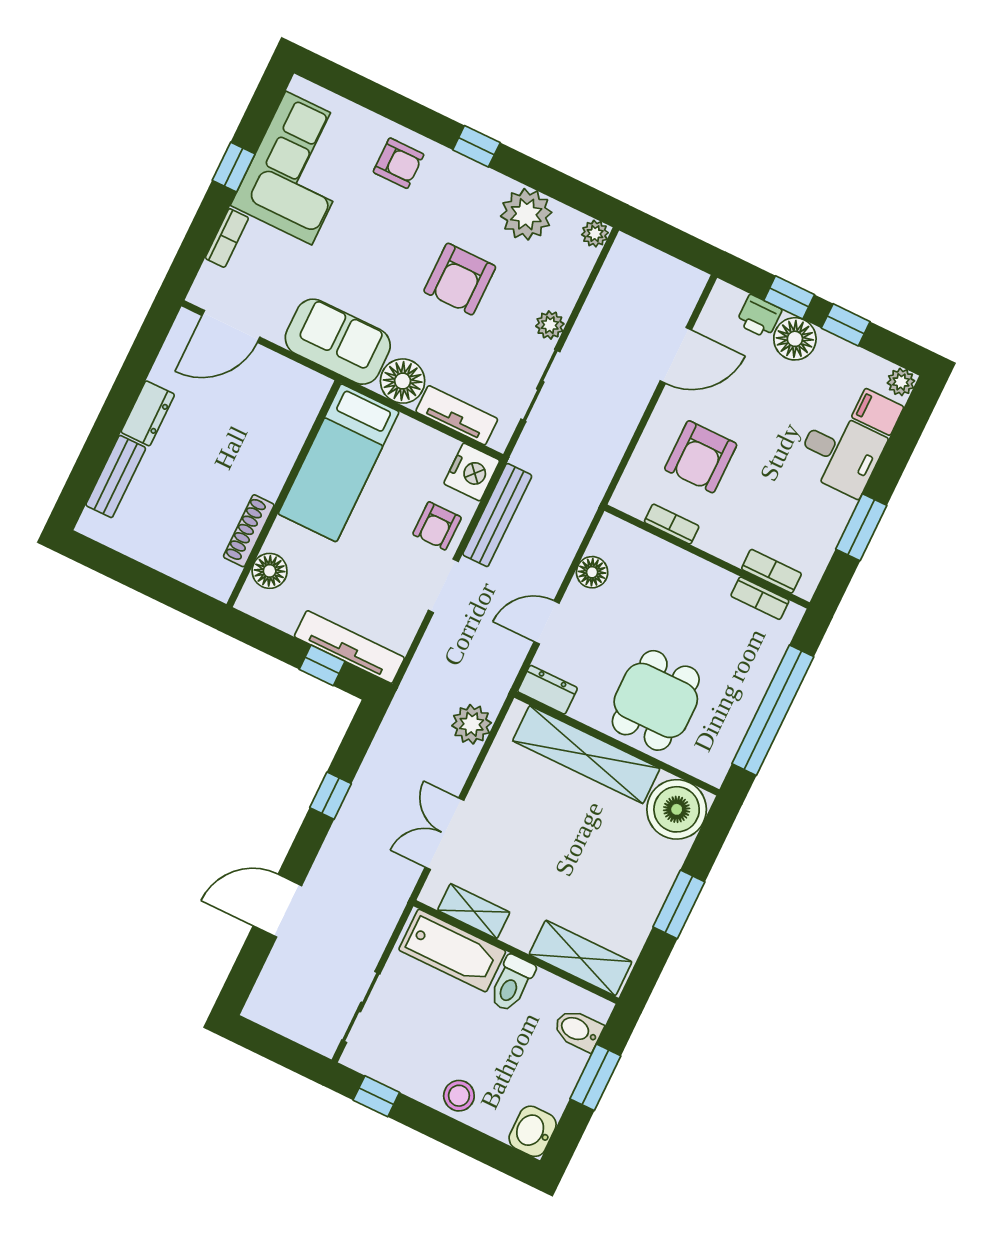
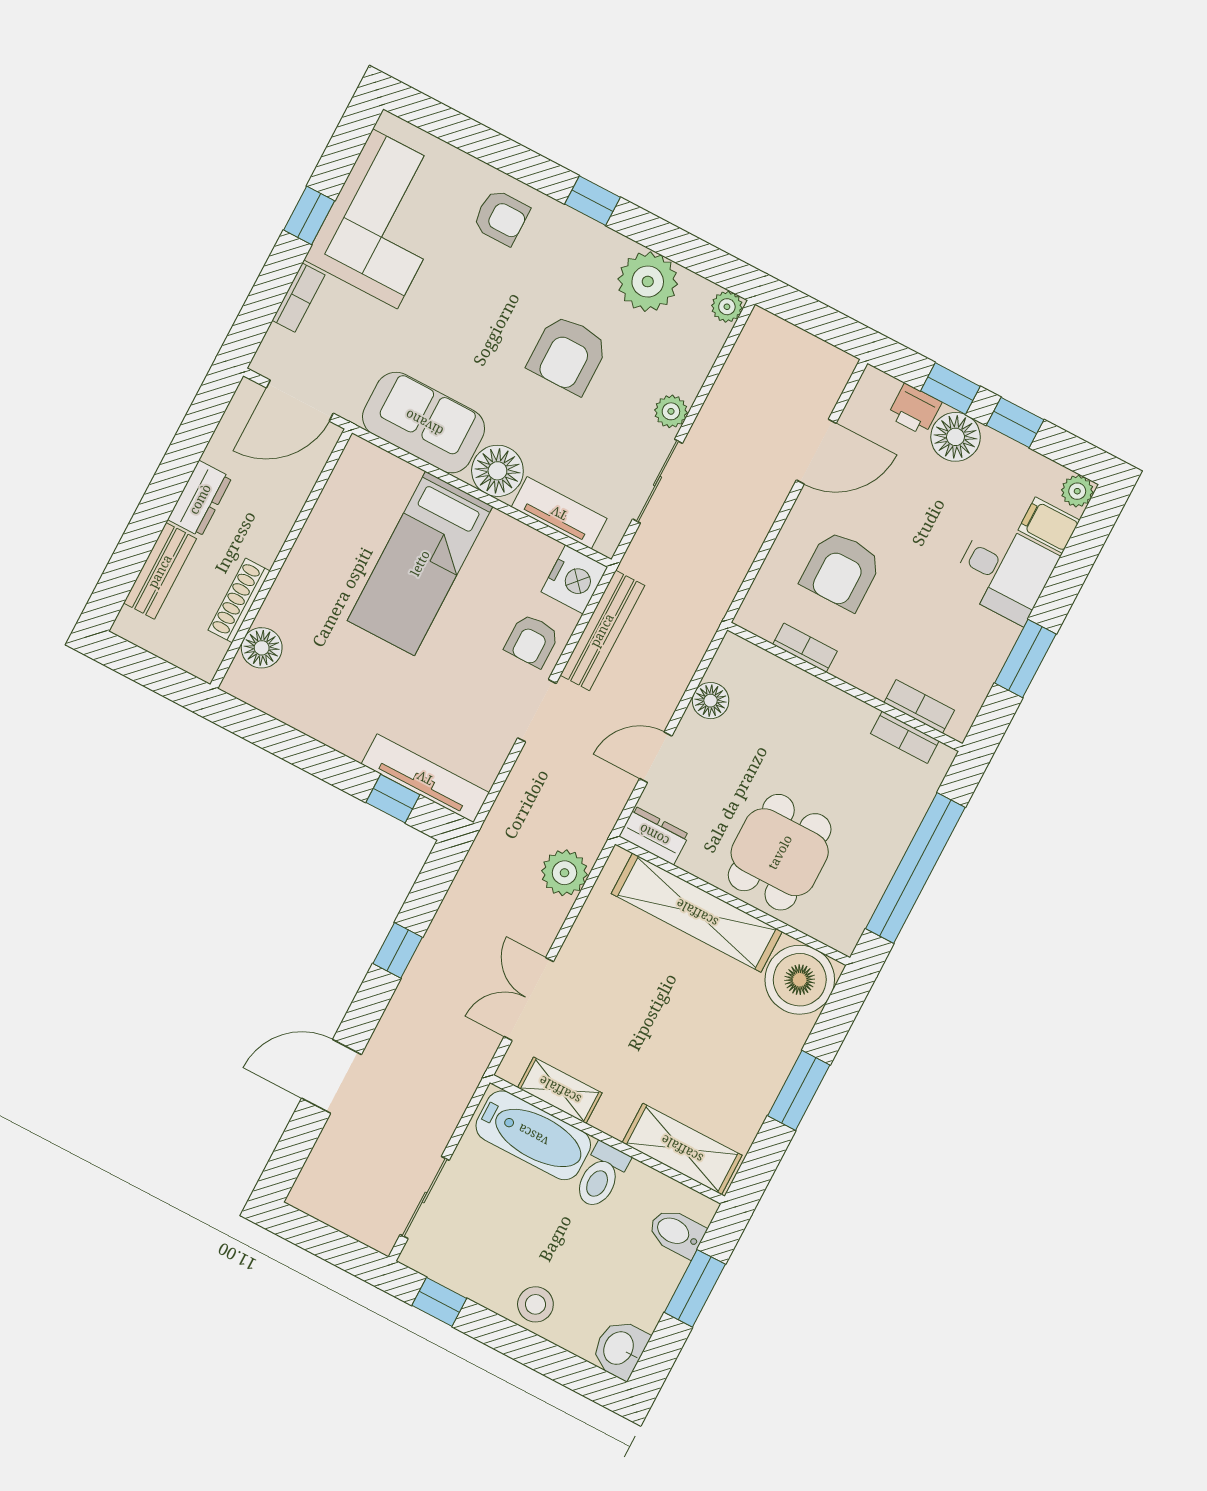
wall: (284, 494) -> (281, 559), moved
shoe rack: (249, 531) -> (239, 600), moved
floor lamp: (270, 571) -> (262, 648), moved

